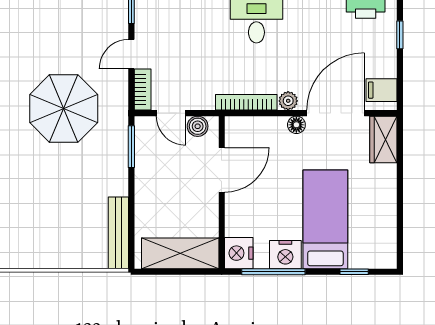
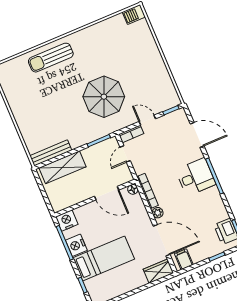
floor lamp: (296, 125) -> (133, 189), moved
boiler: (198, 126) -> (124, 171), removed
shelving: (180, 253) -> (63, 167), moved, turned 90

